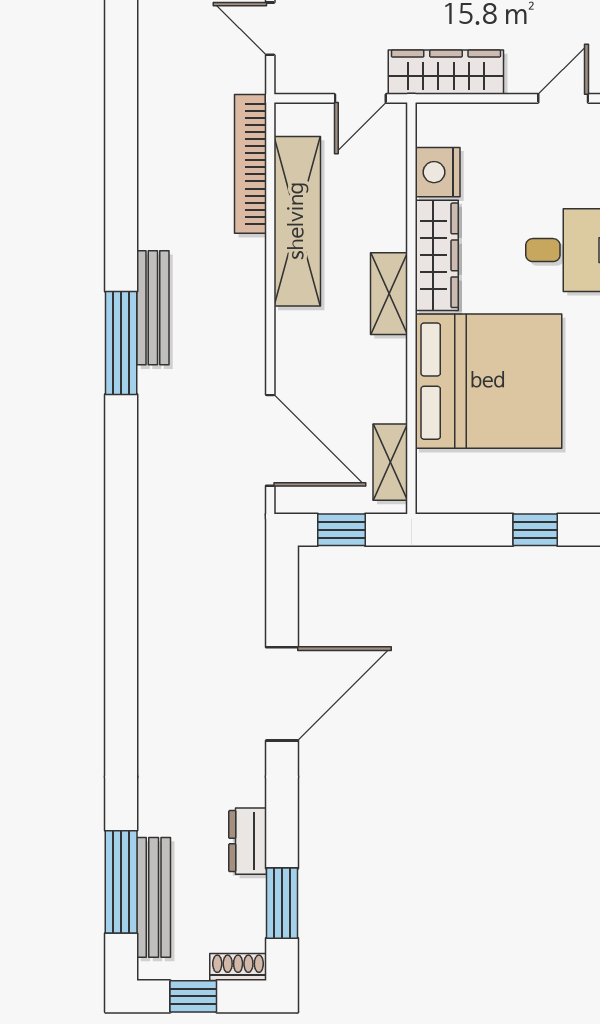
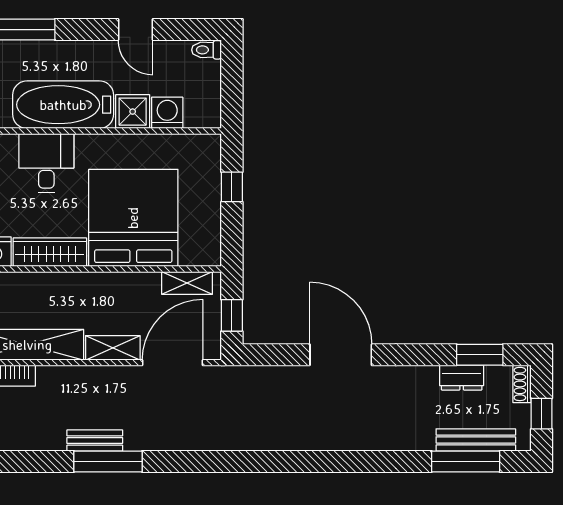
shelving: (389, 294) -> (113, 348), moved
bench: (153, 308) -> (95, 441), width x0.73
dresser: (248, 841) -> (462, 378), moved

